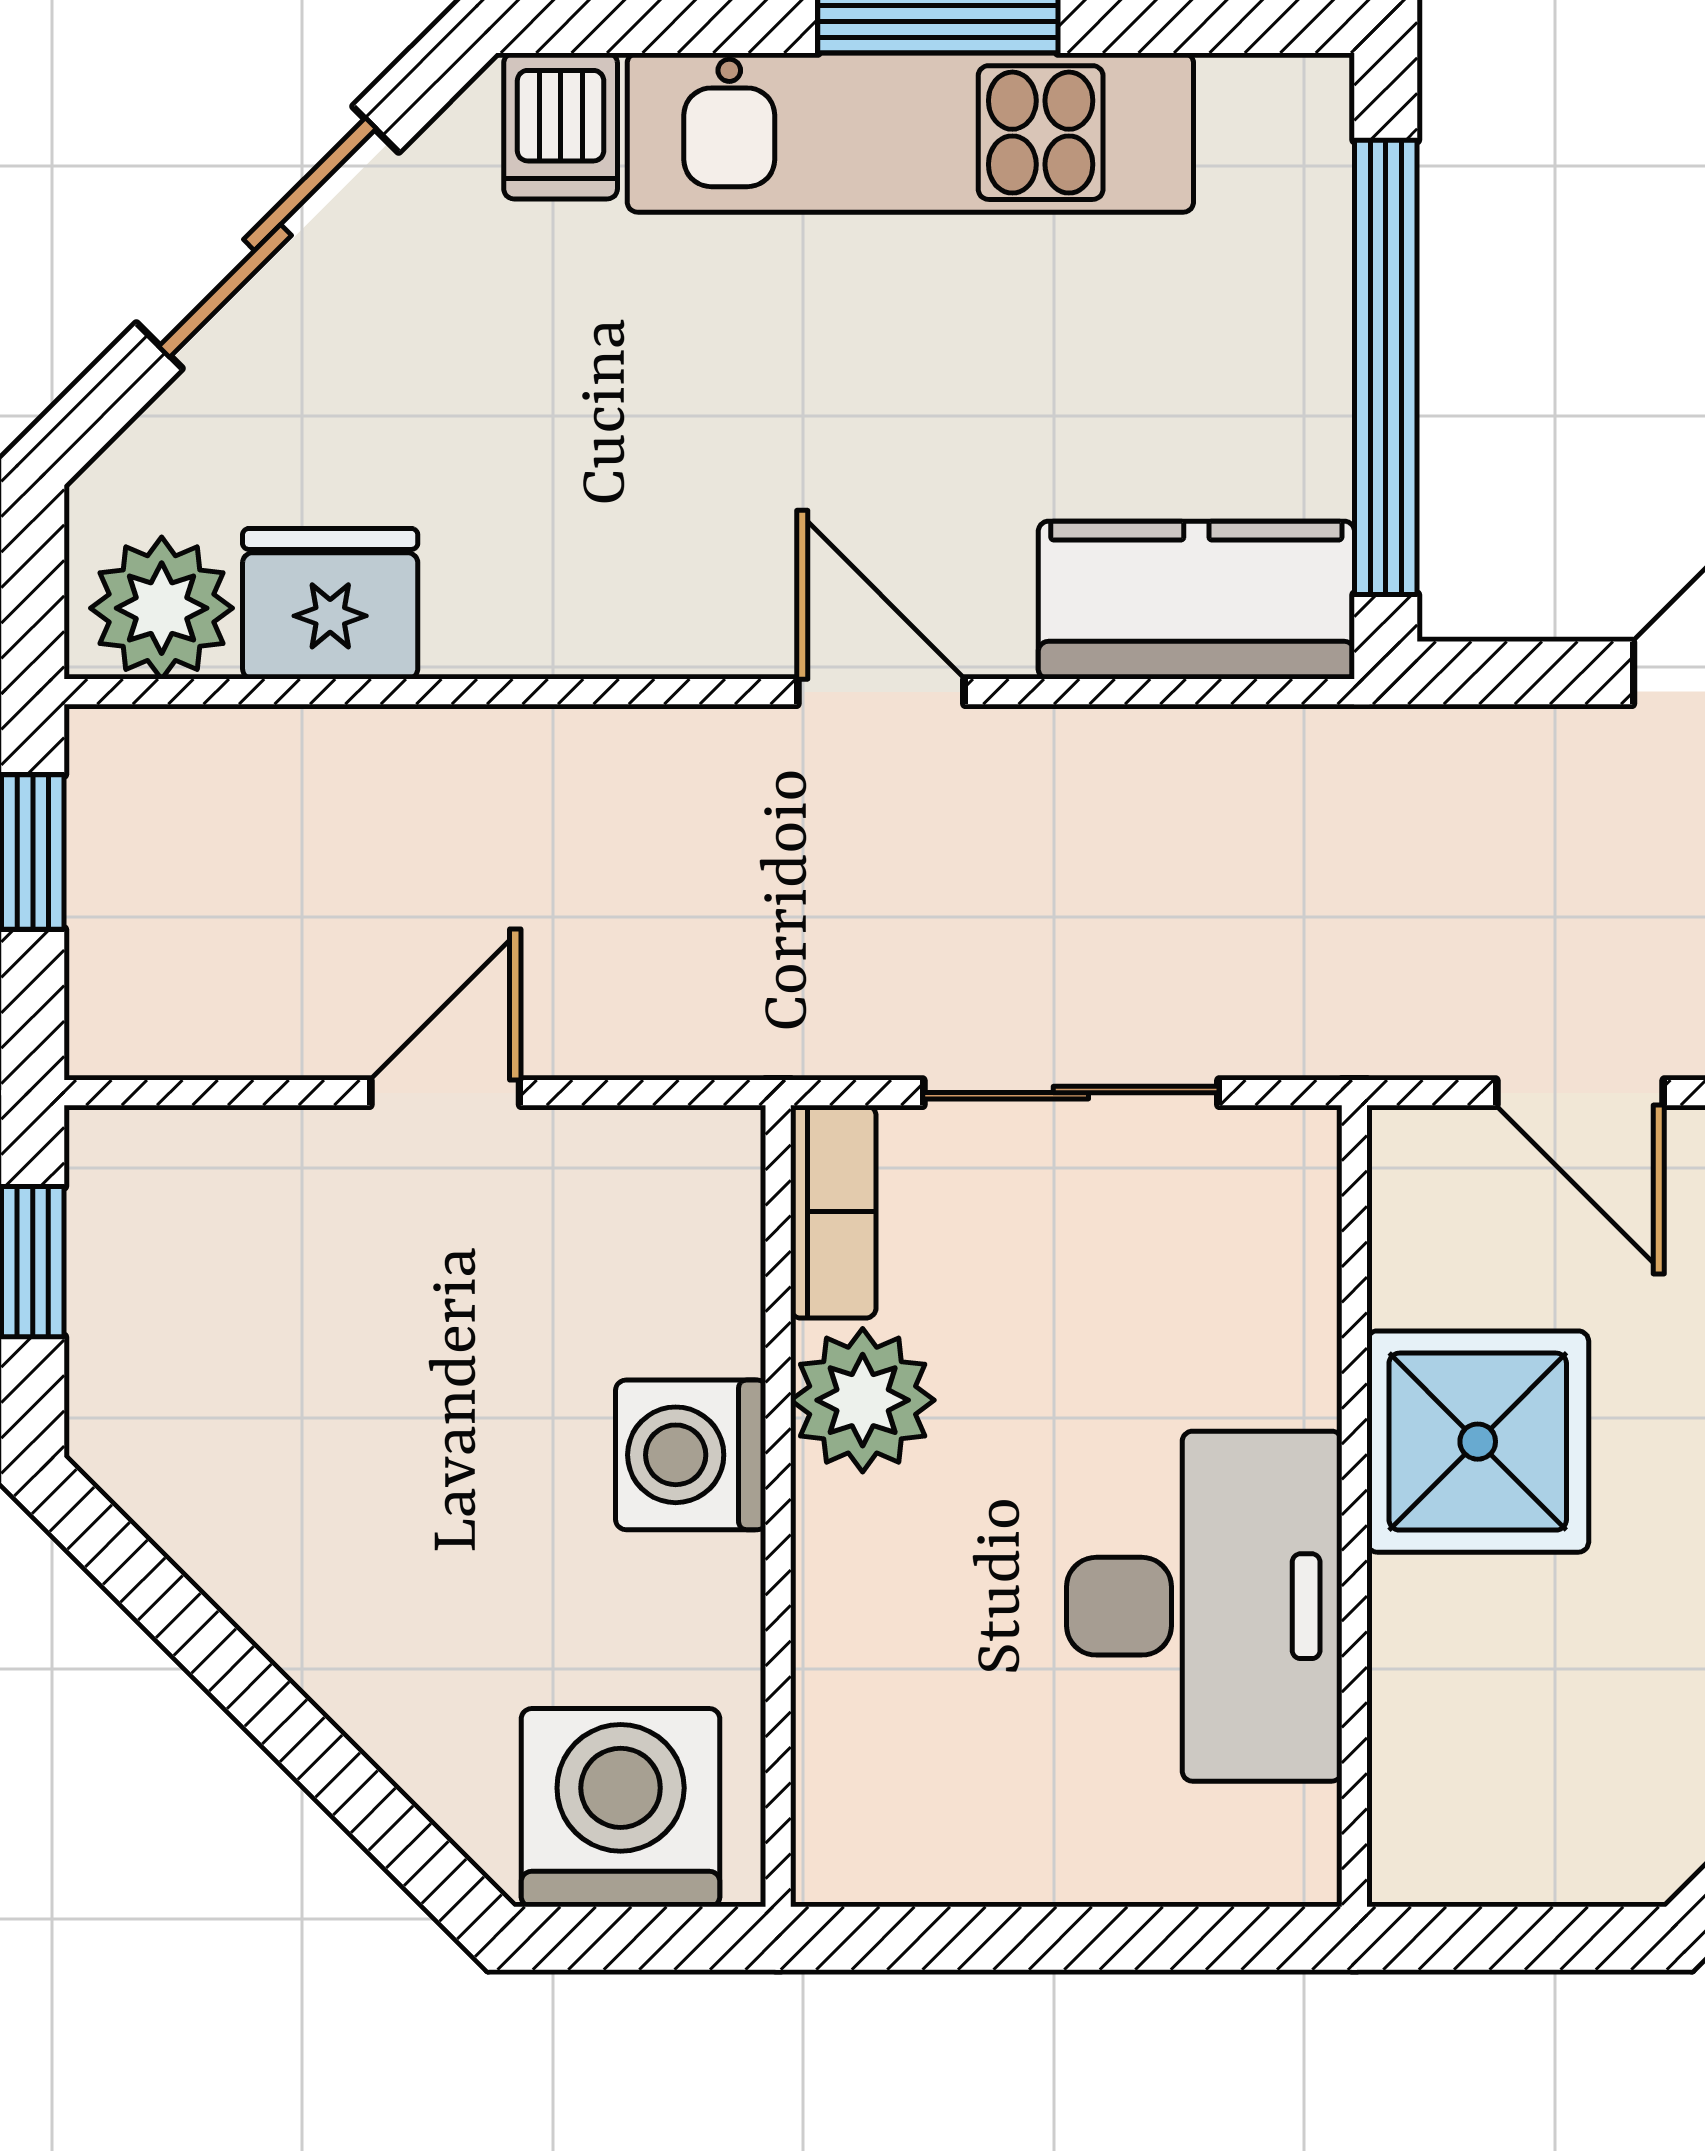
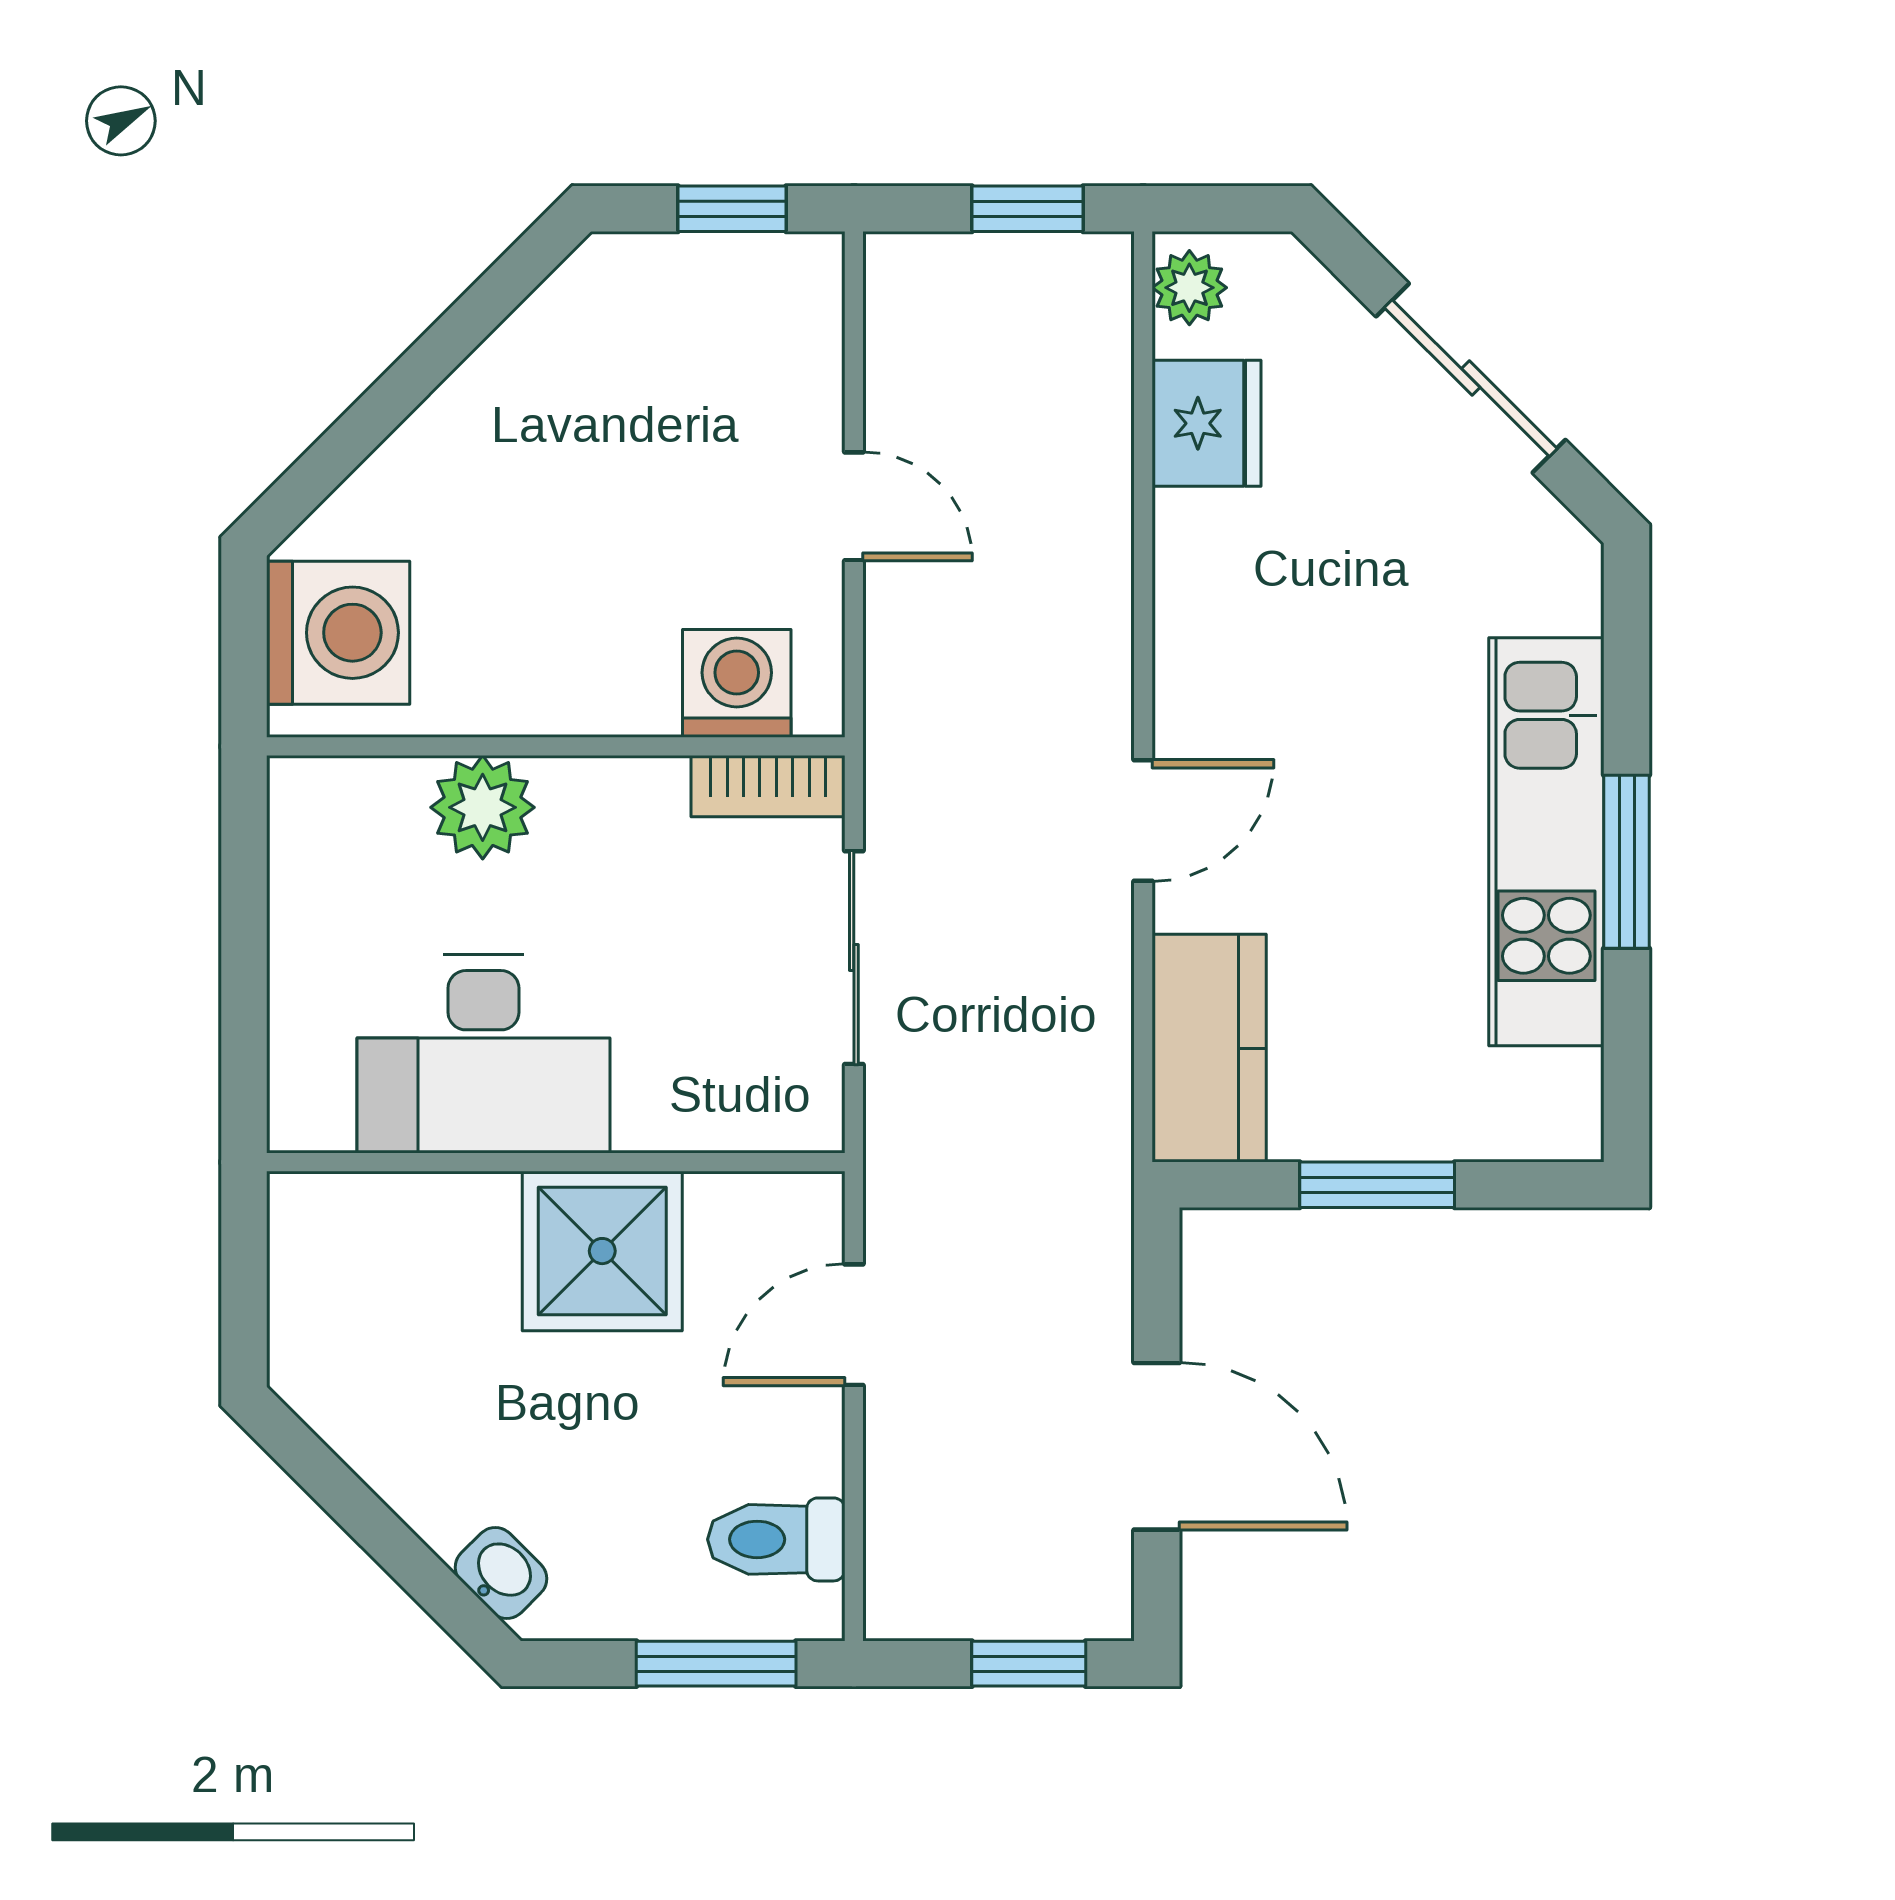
dishwasher: (561, 126) -> (1551, 589), removed
window: (1386, 367) -> (1377, 1185), width x0.47
plant: (162, 608) -> (1189, 288), width x0.73, depth x0.73
plant: (863, 1400) -> (483, 807), moved
washing machine: (691, 1455) -> (737, 683), moved

